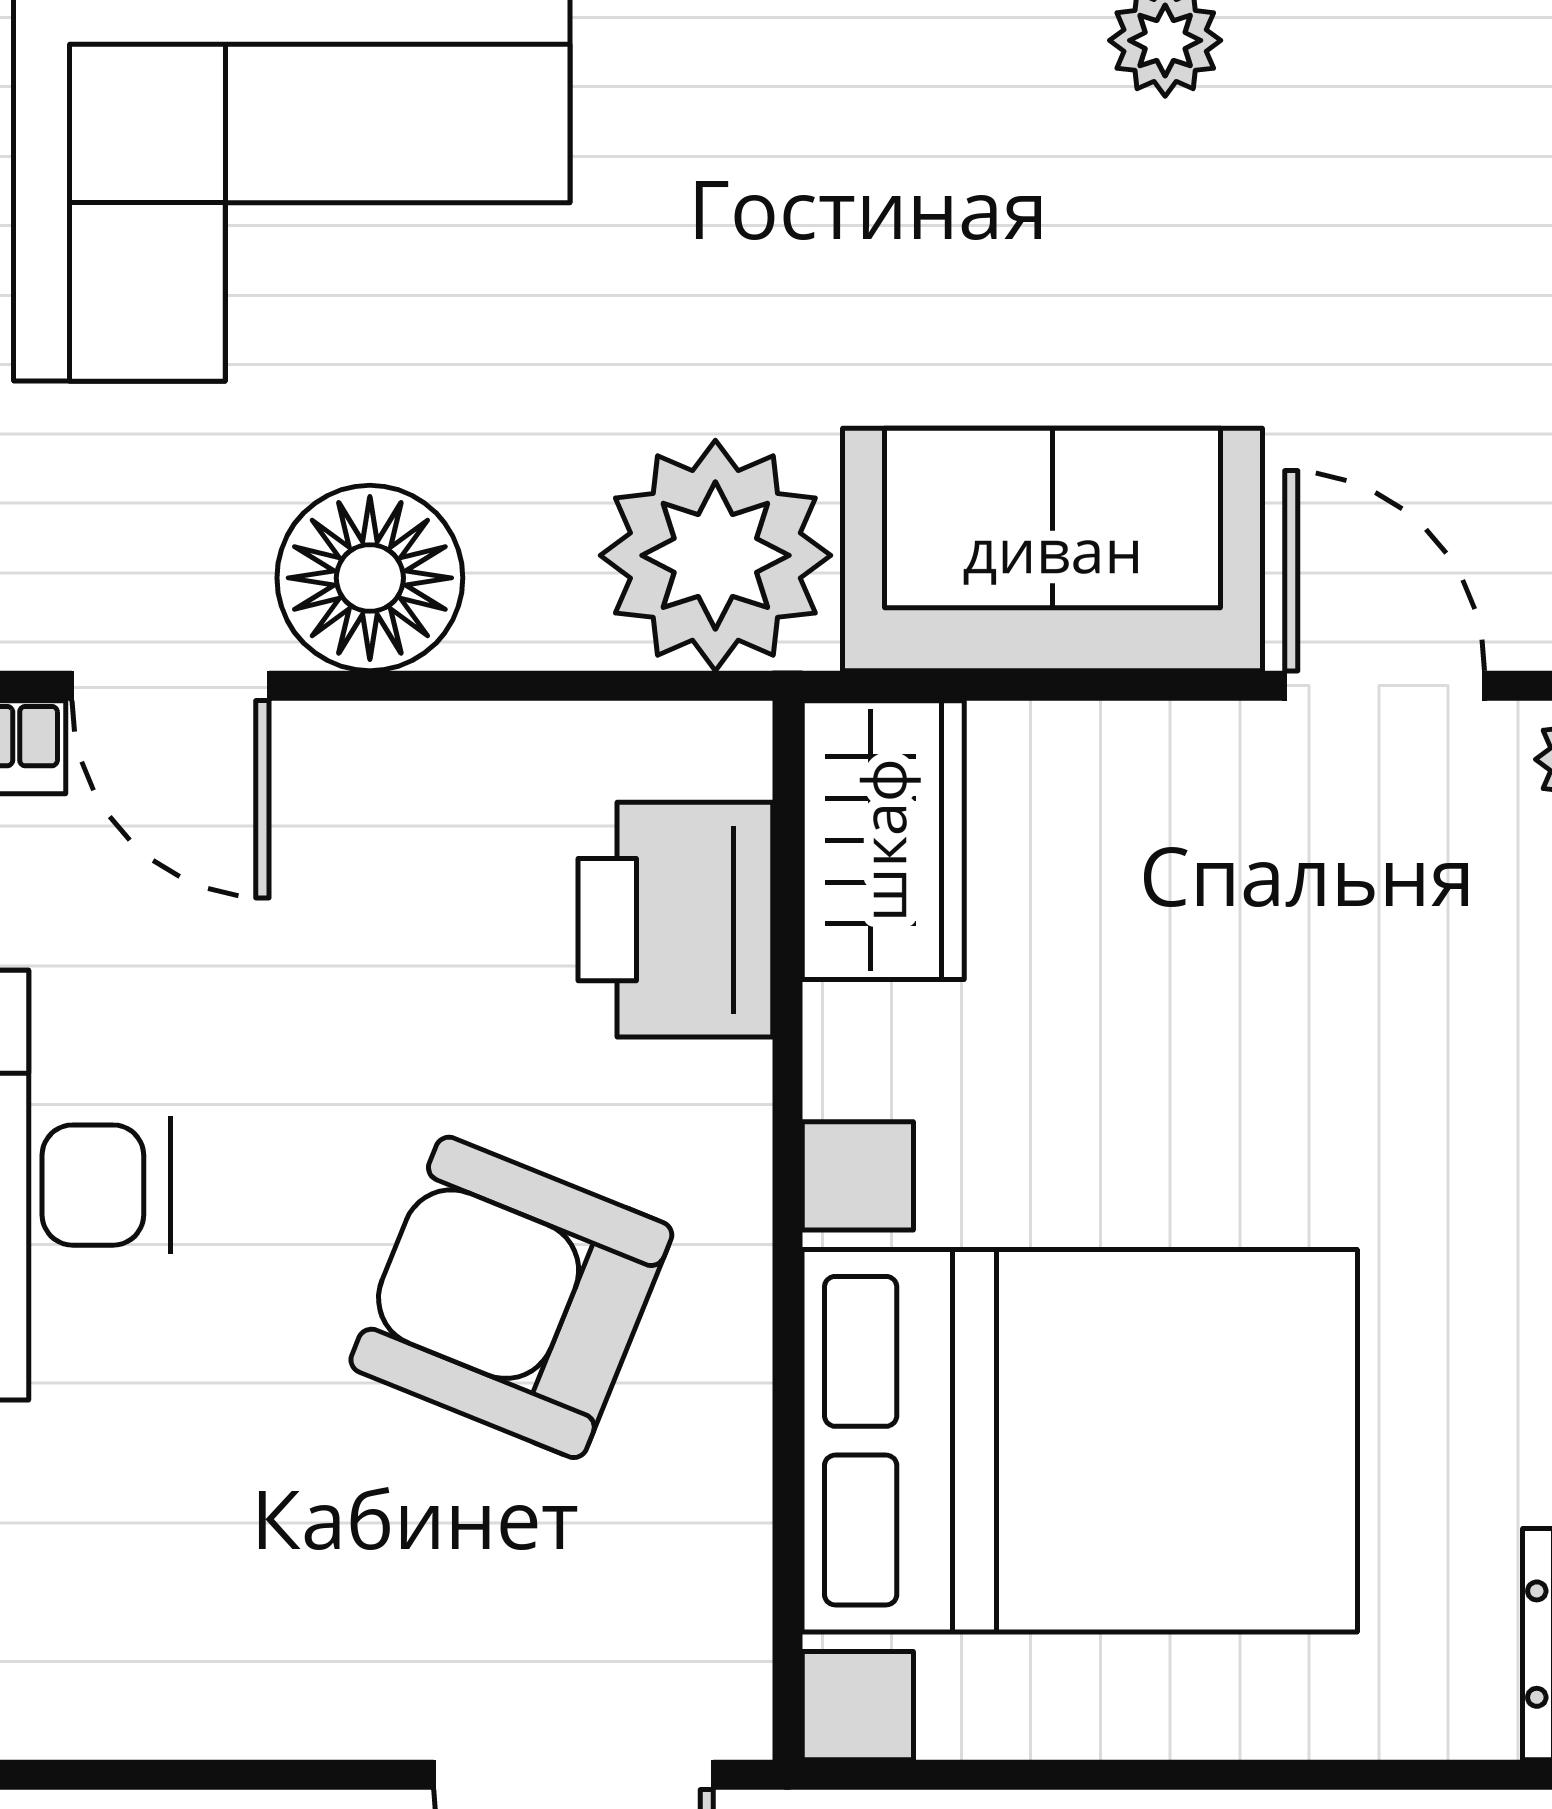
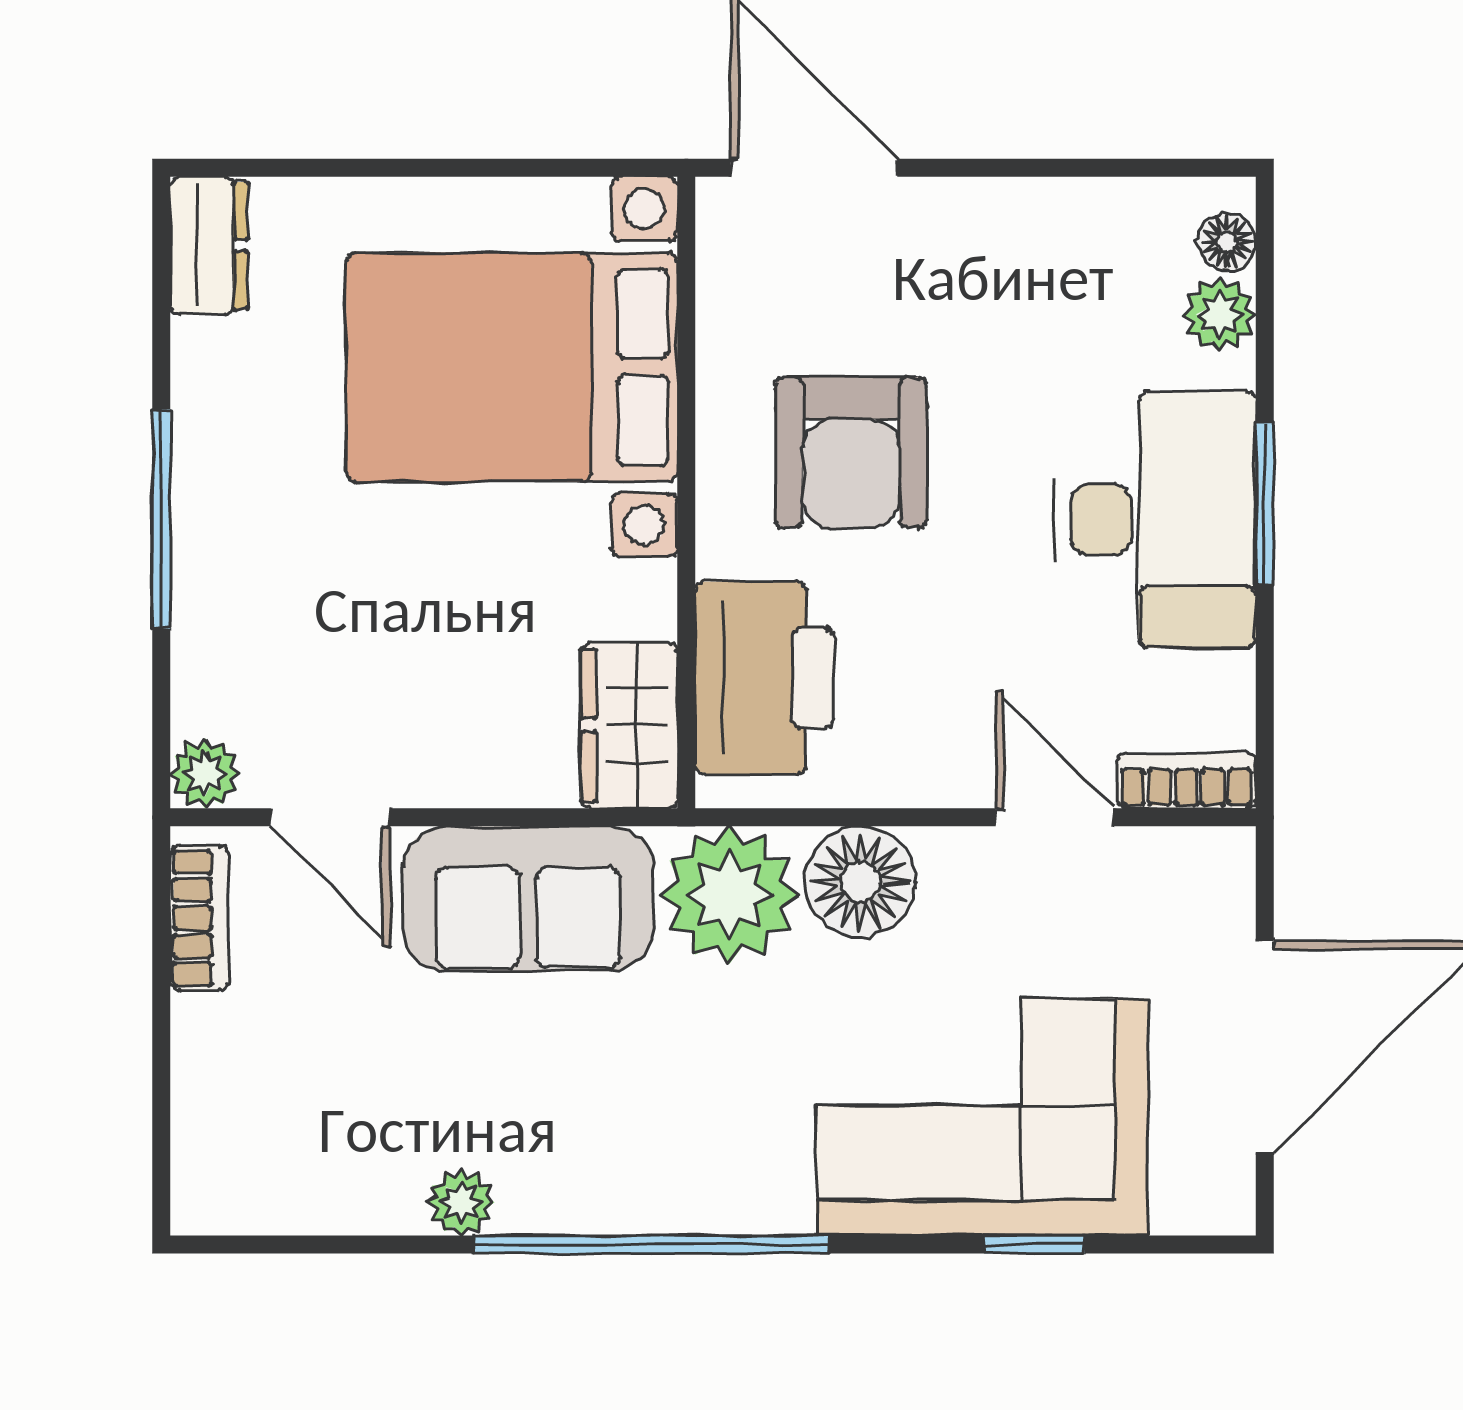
floor lamp: (370, 578) -> (861, 882), moved
printer: (675, 920) -> (764, 678), width x1.37, depth x1.19
armchair: (511, 1297) -> (851, 453), turned 68

